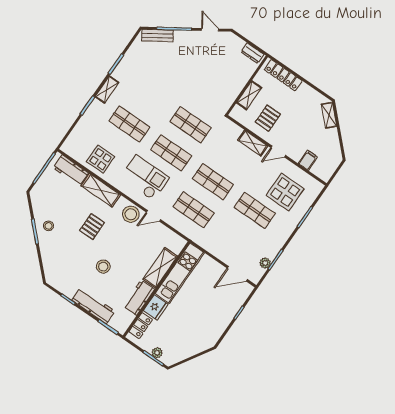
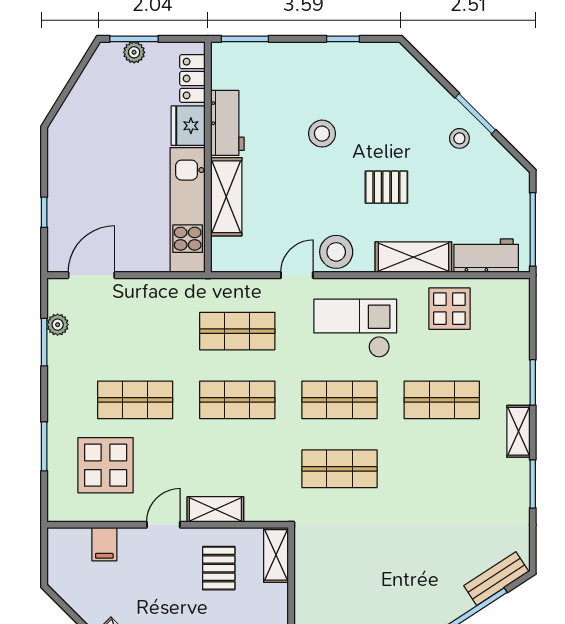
shelving: (249, 95) -> (276, 555), moved
checkout: (145, 178) -> (355, 328), turned 180
pallet: (92, 227) -> (386, 187), turned 90
workbench: (93, 306) -> (294, 57), removed

